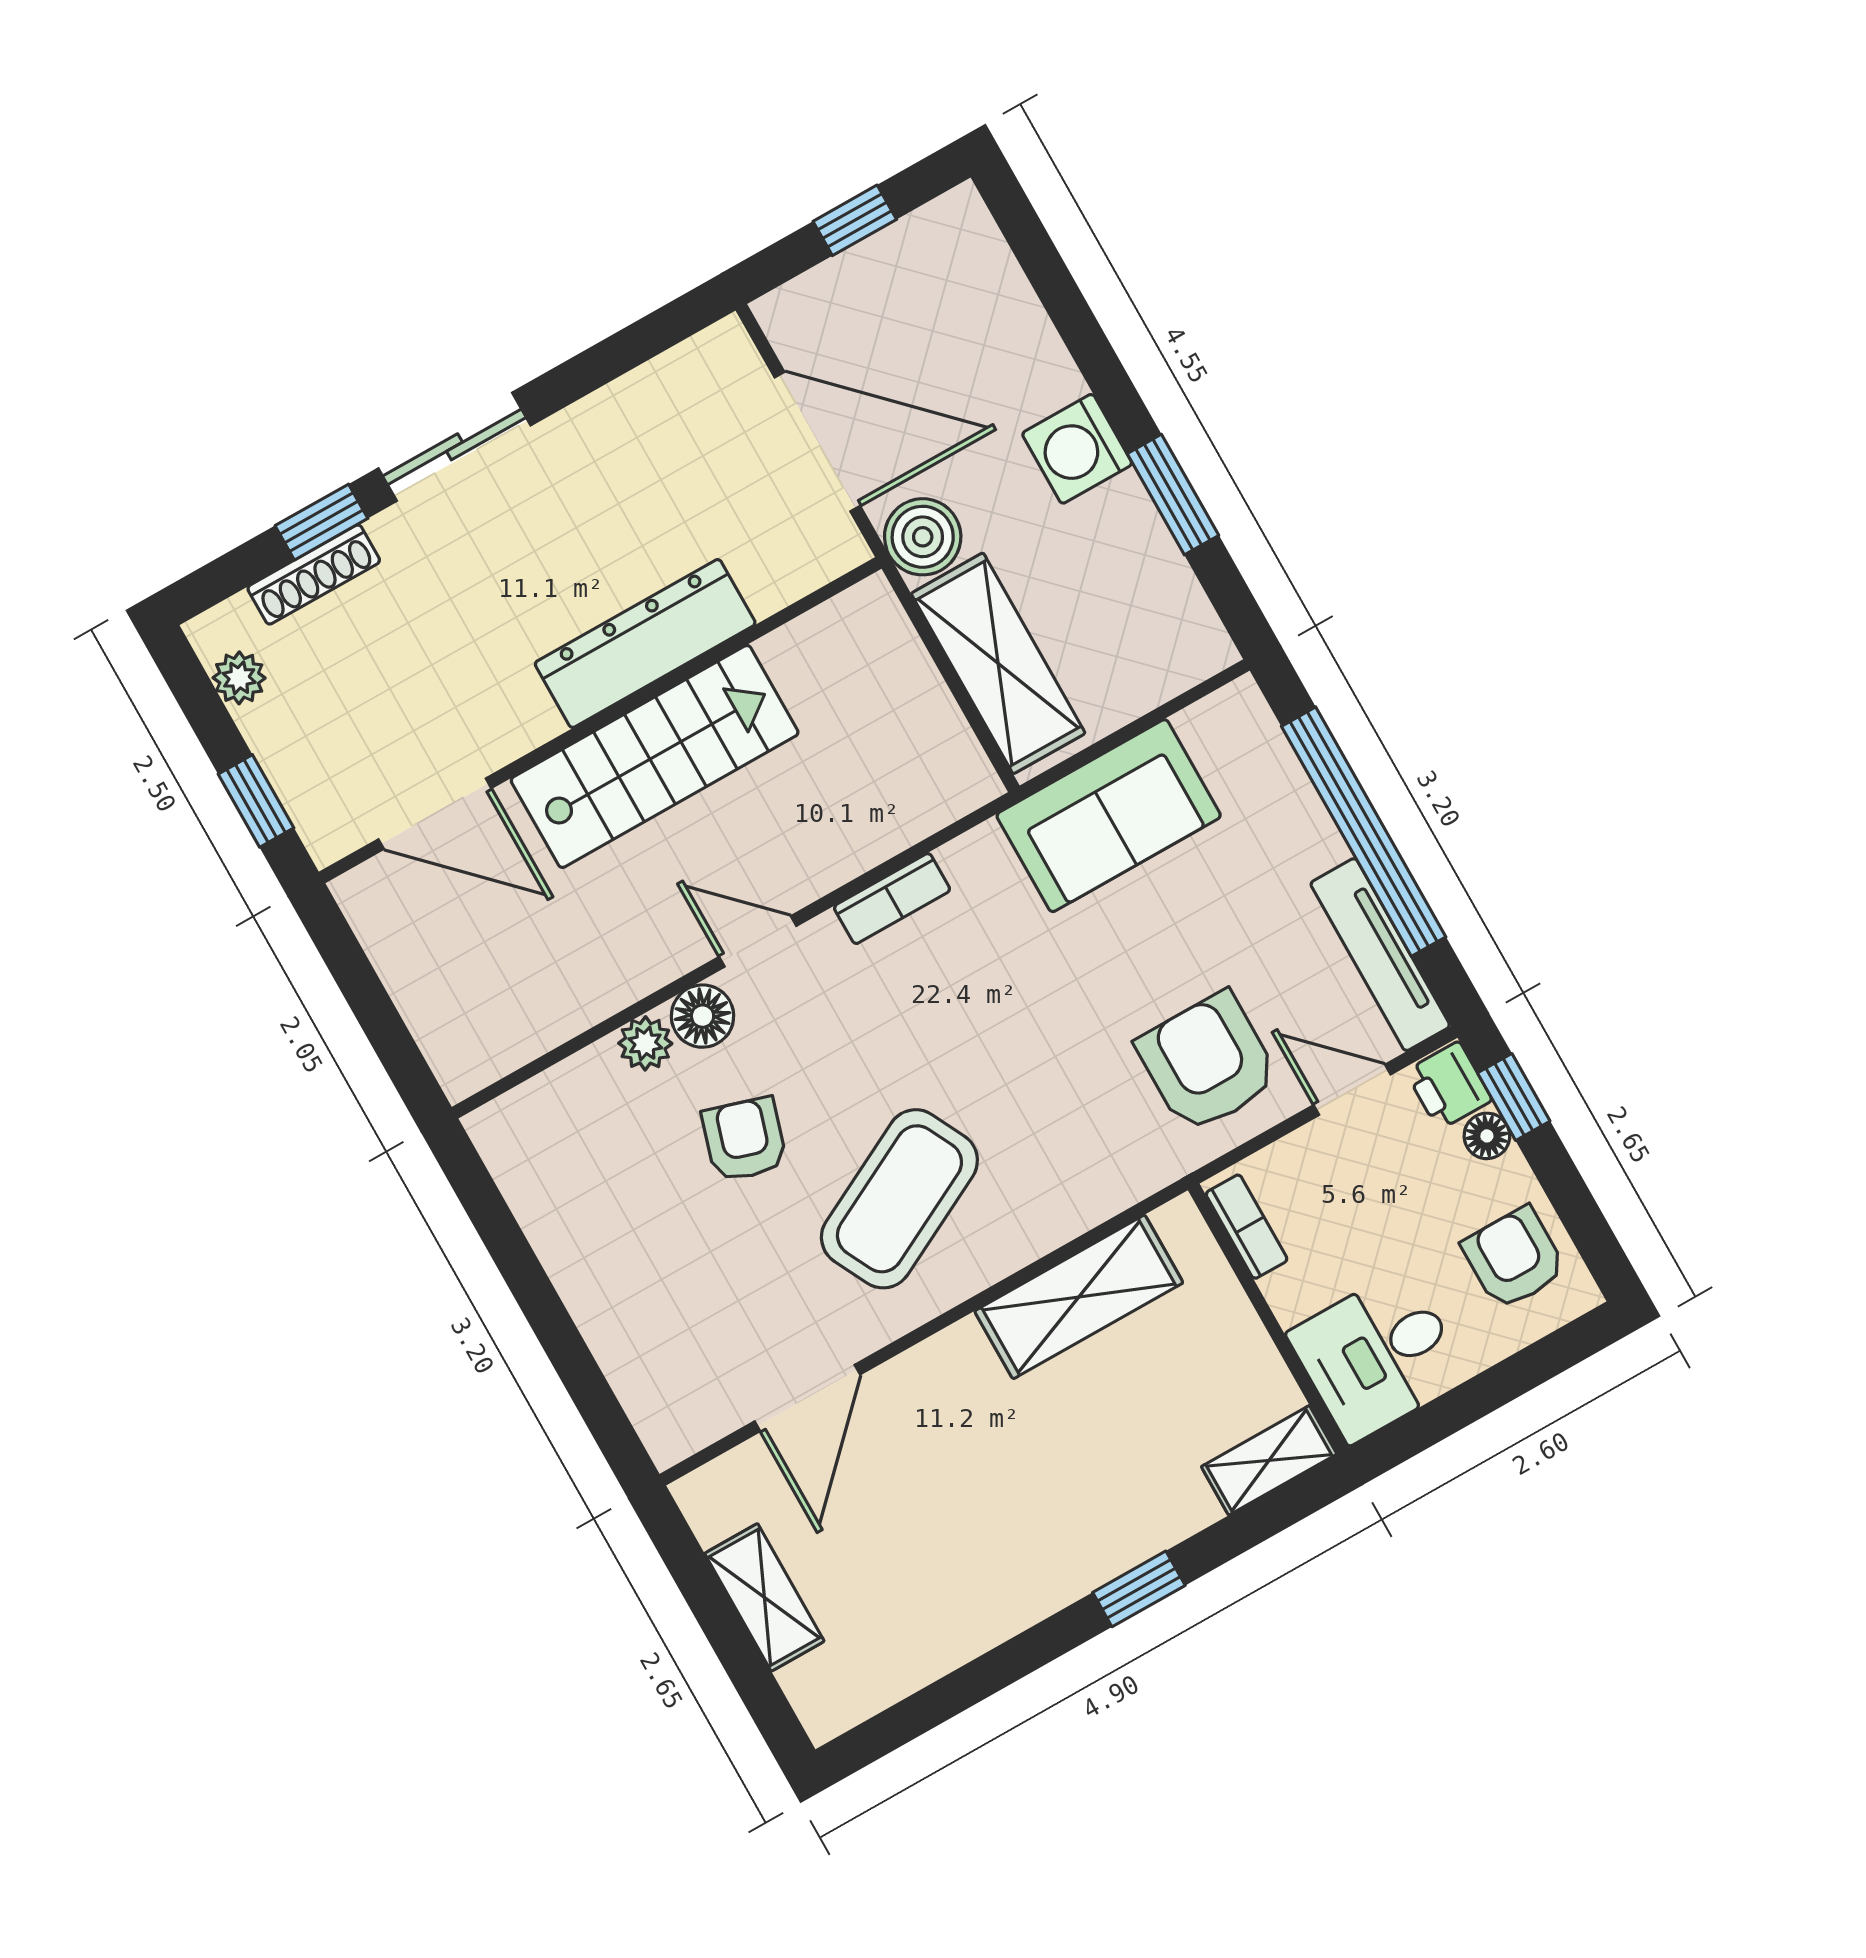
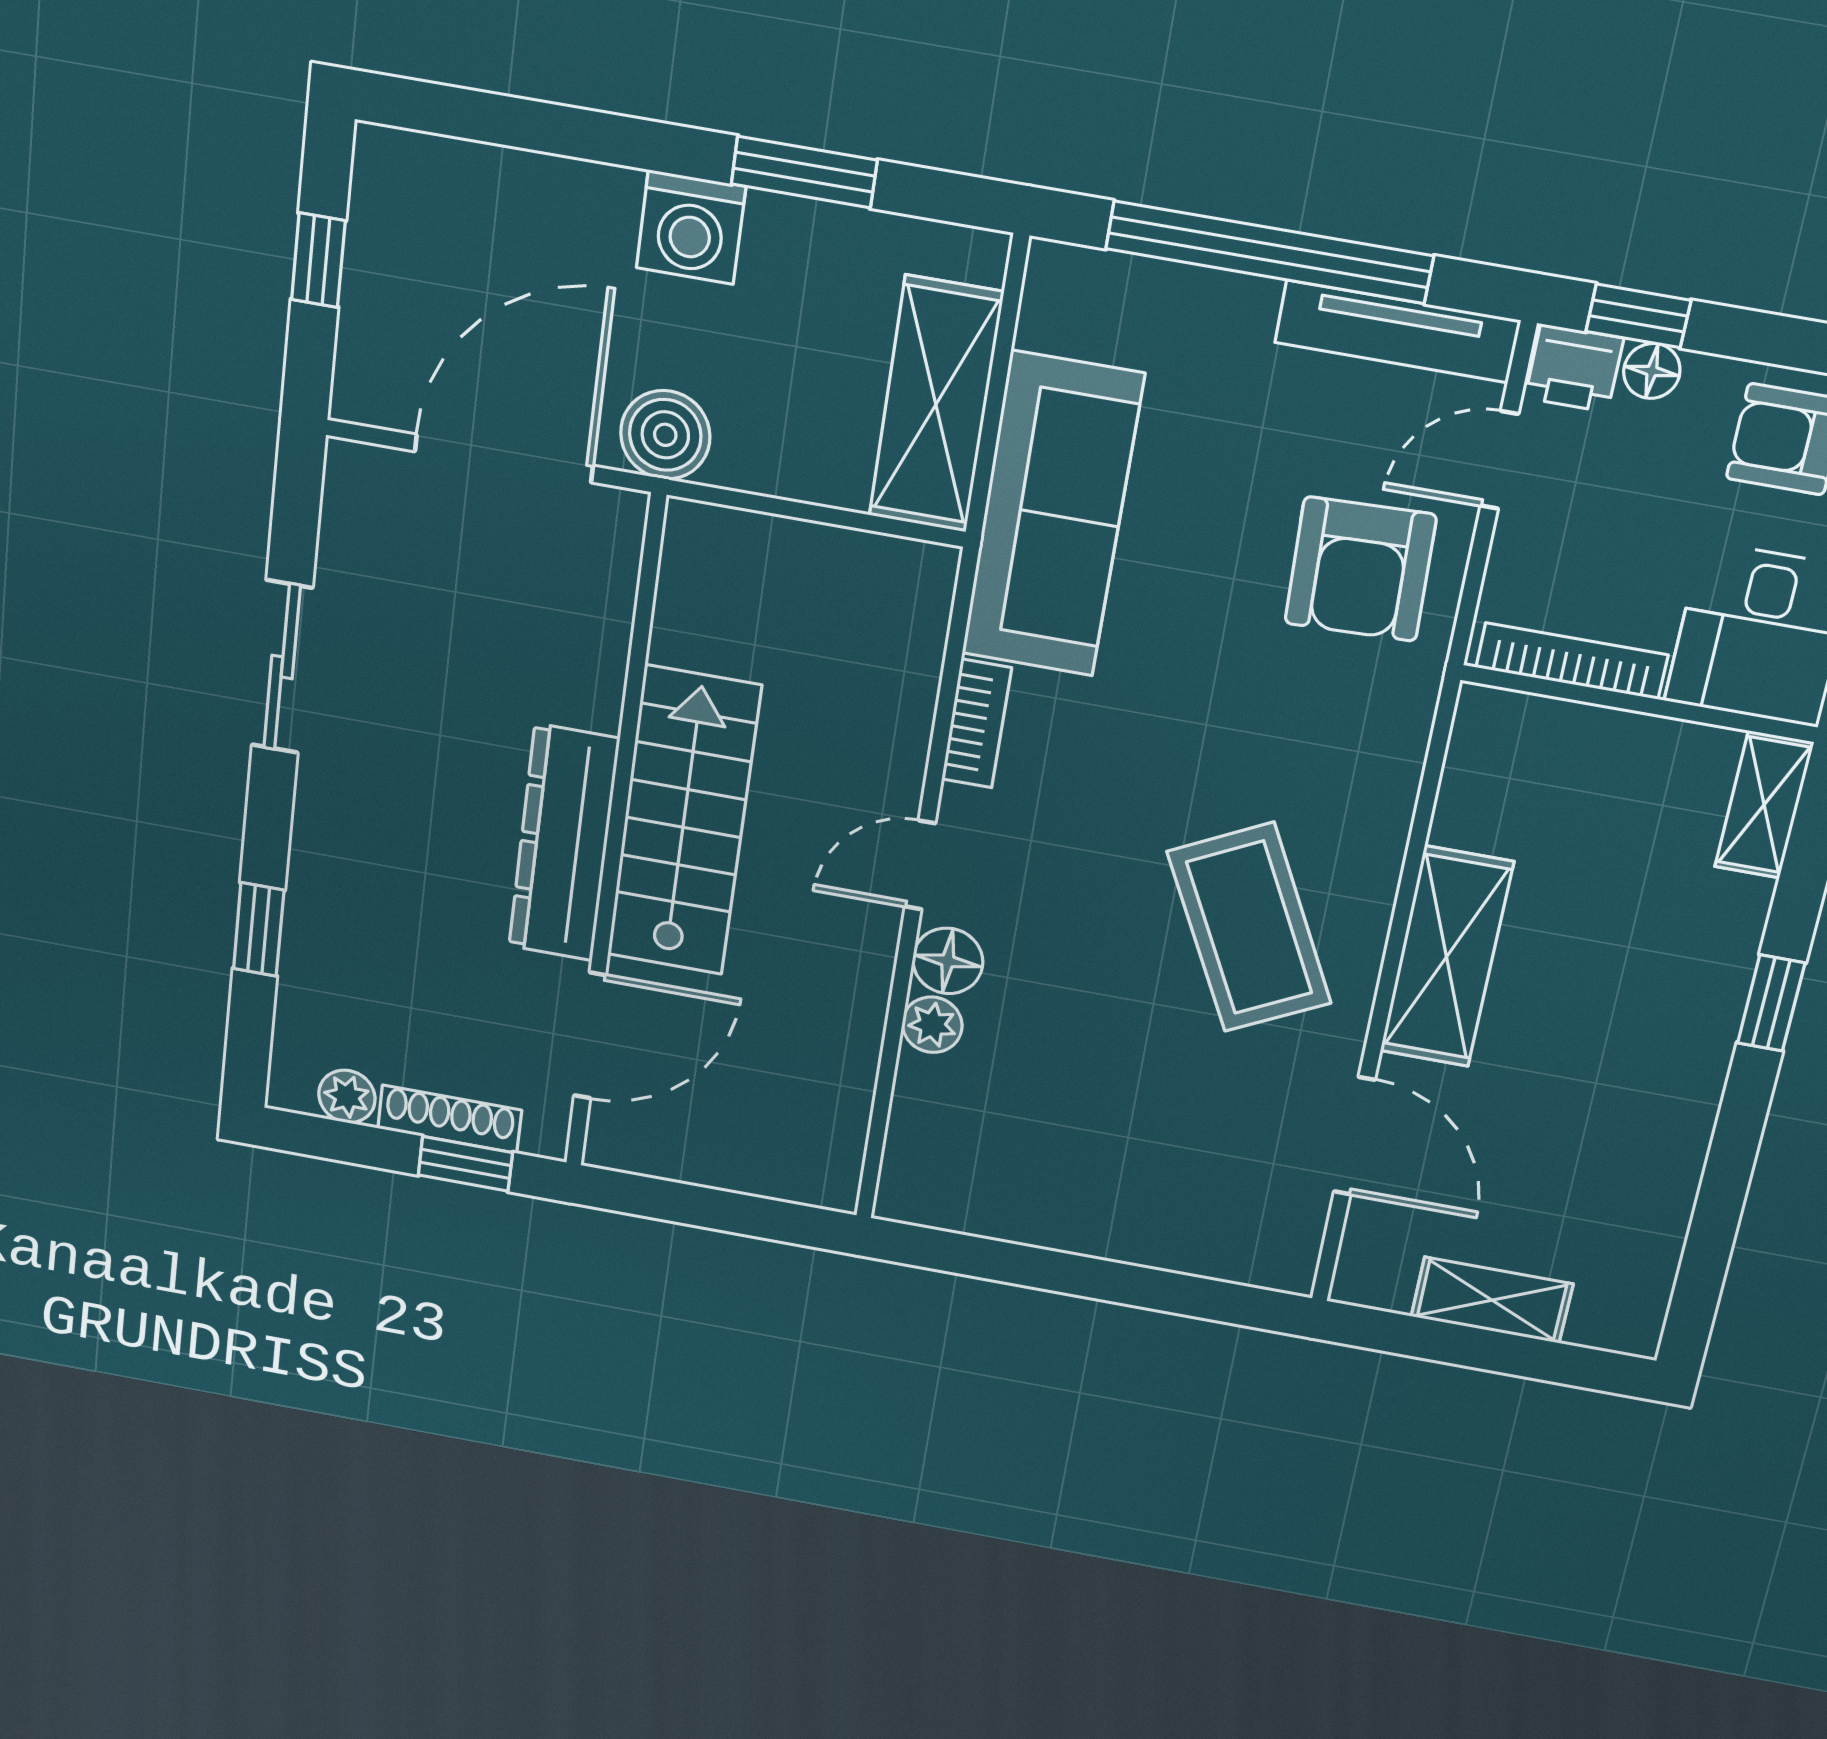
sliding door: (454, 447) -> (282, 667), moved
shoe rack: (314, 574) -> (450, 1119), moved, turned -90
dresser: (645, 644) -> (564, 843), moved
shelving: (998, 663) -> (936, 405), moved, turned 90
sofa: (1109, 816) -> (1052, 515), width x1.36
armchair: (1208, 1062) -> (1360, 569), turned -92
armchair: (744, 1139) -> (1085, 1011), removed
bookcase: (1247, 1227) -> (1572, 661), width x1.56
shelving: (1079, 1297) -> (1446, 957), moved

